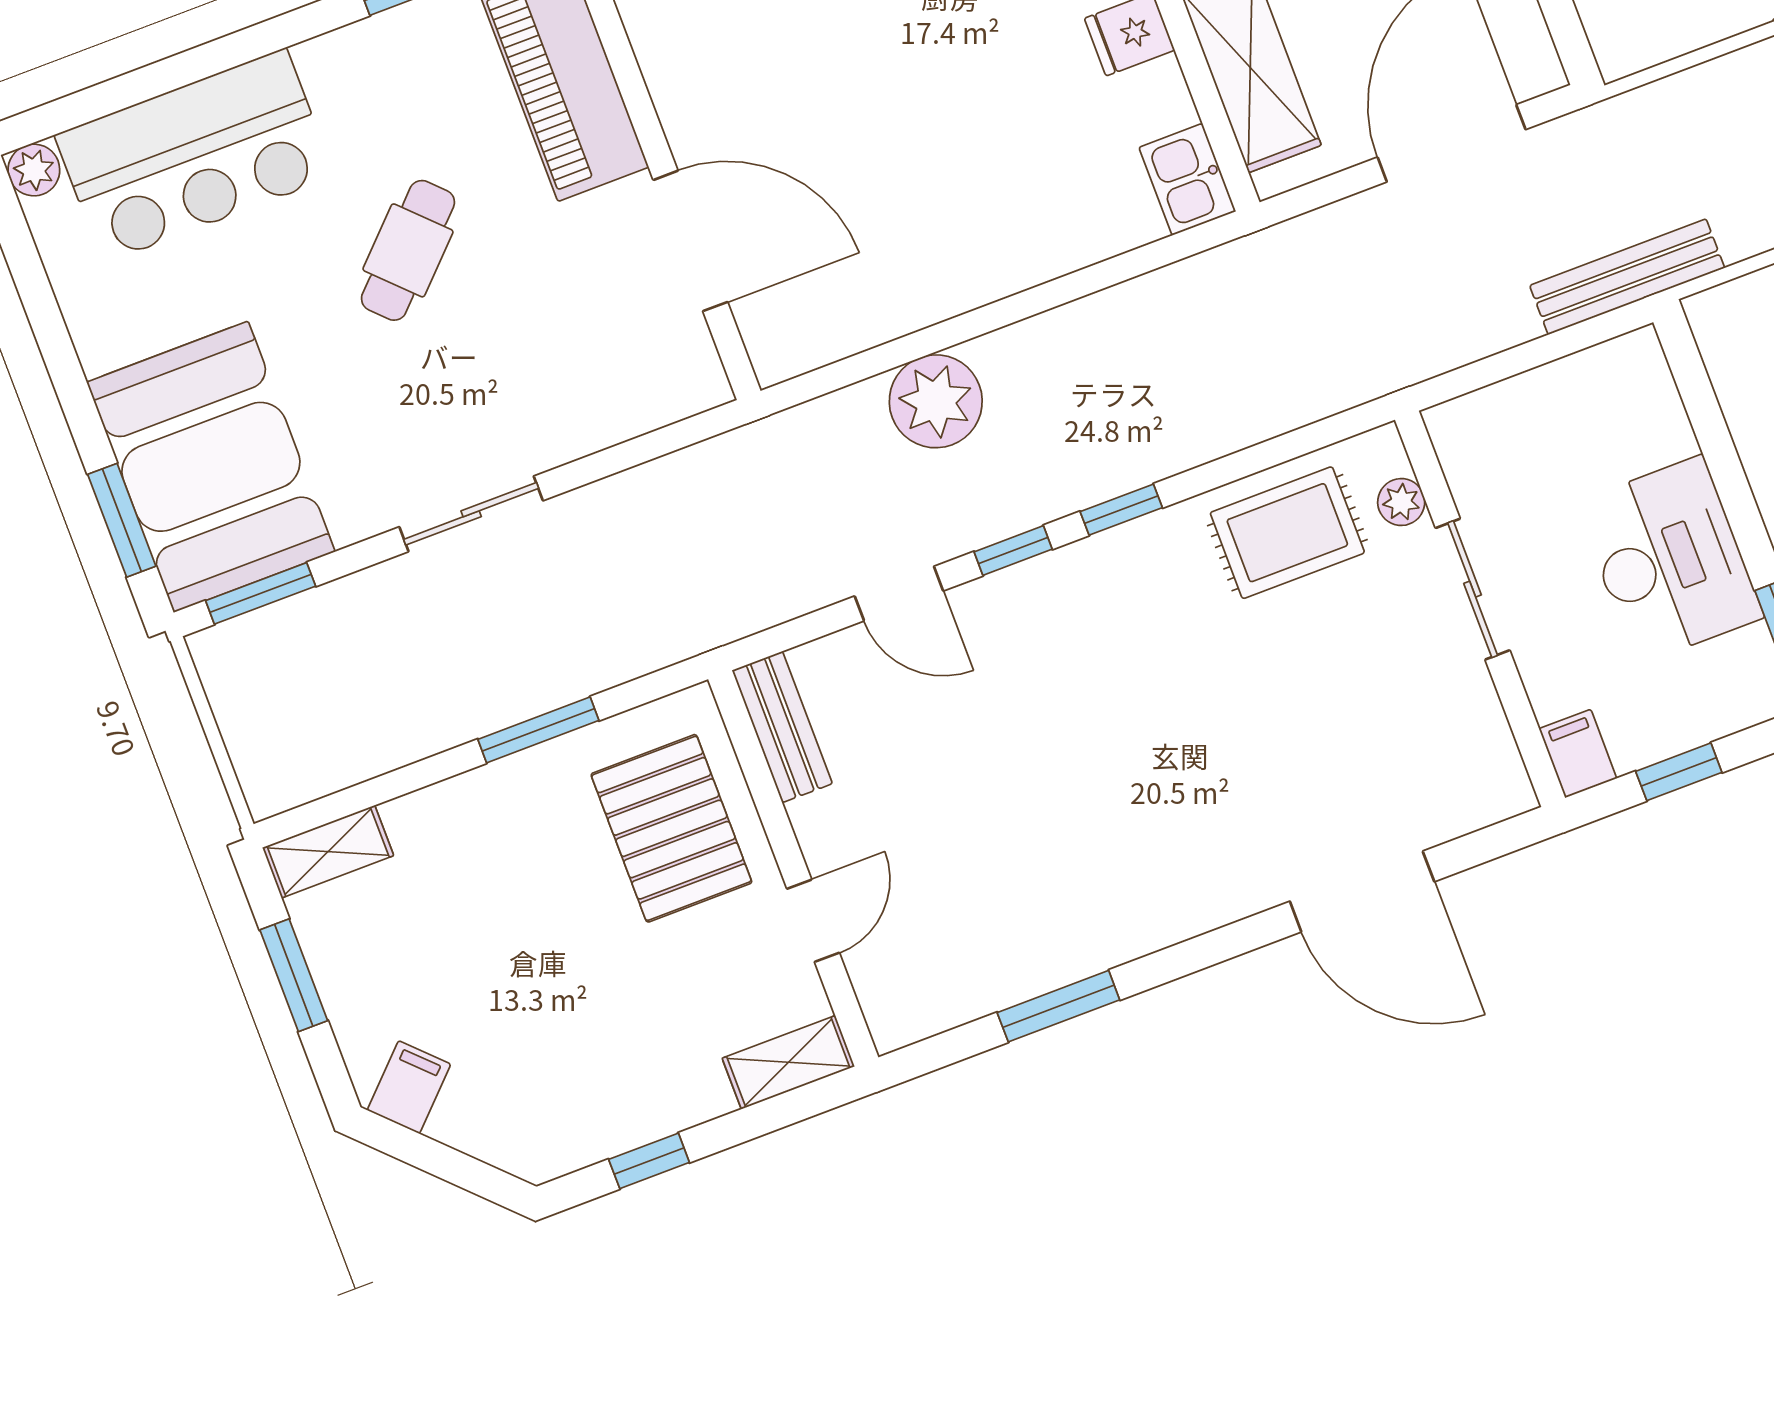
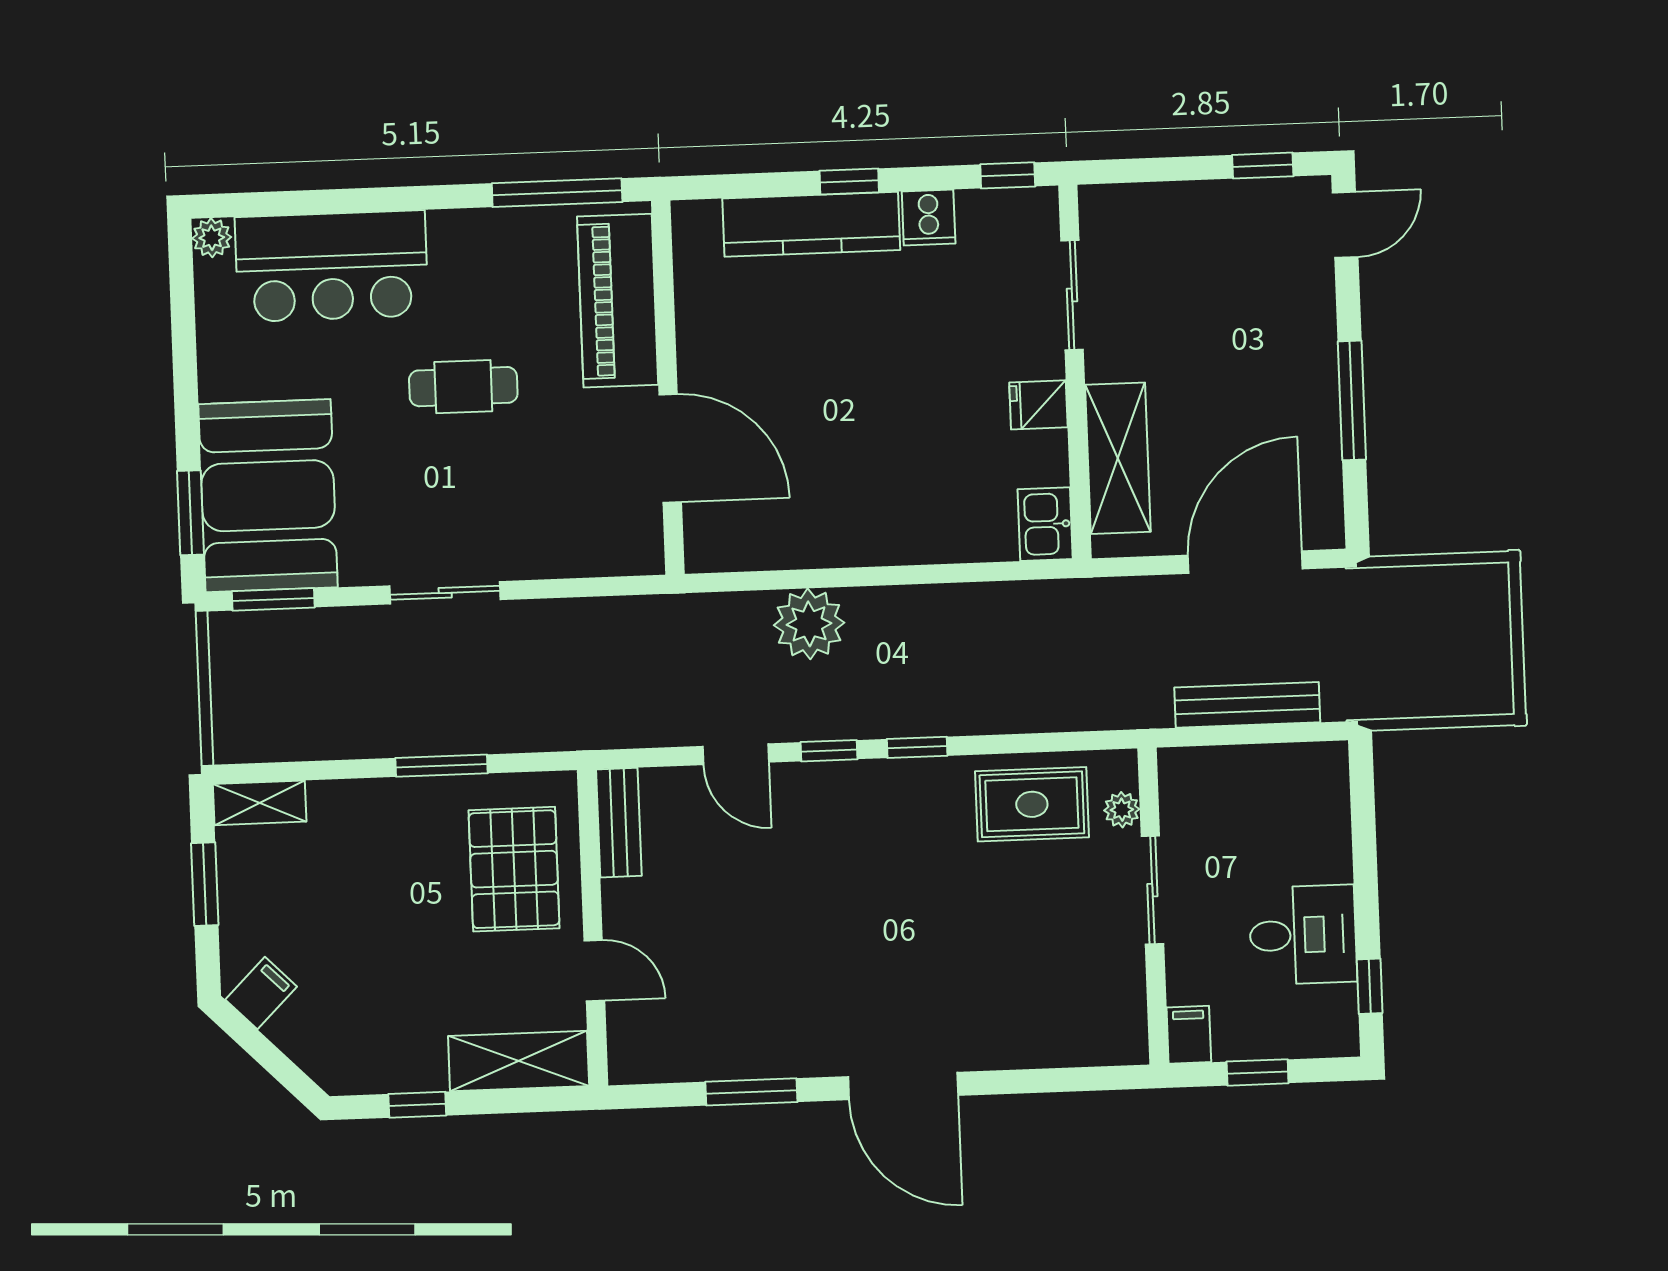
cafe table: (408, 250) -> (463, 387), turned 45
bench: (1627, 277) -> (1247, 705), moved
desk: (1670, 560) -> (1303, 935), width x0.73
door: (1362, 891) -> (903, 1086), moved
door: (813, 921) -> (594, 970), hinge flipped
shelving: (788, 1062) -> (519, 1061), width x1.50, depth x1.33

